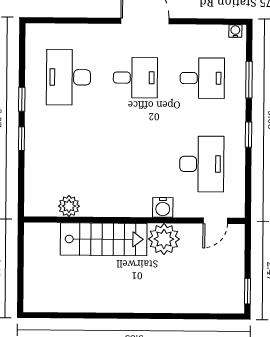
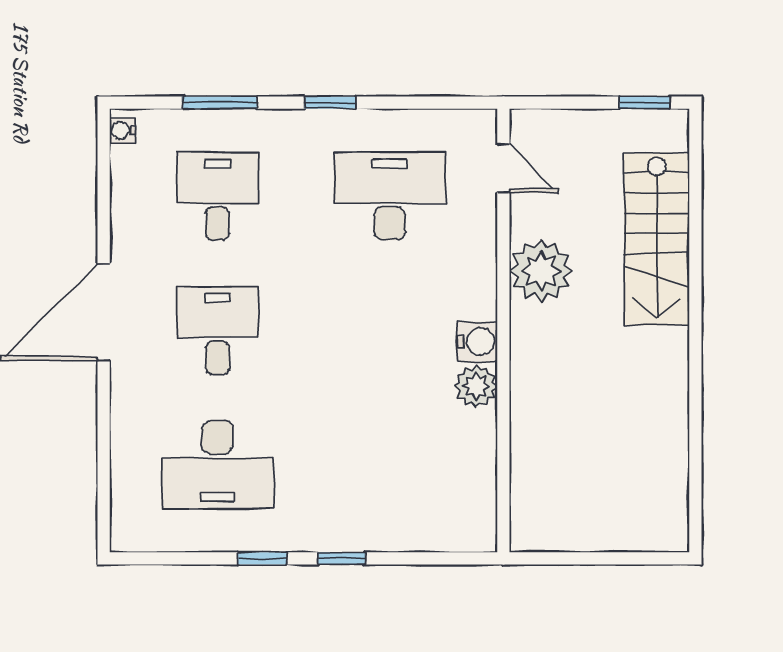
plant: (69, 206) -> (476, 386), moved
water cooler: (163, 207) -> (477, 342), moved
stairs: (104, 239) -> (657, 239), moved, turned 180

